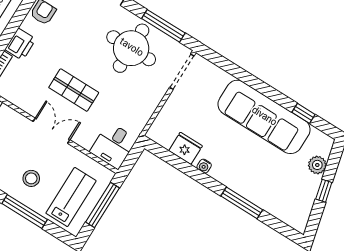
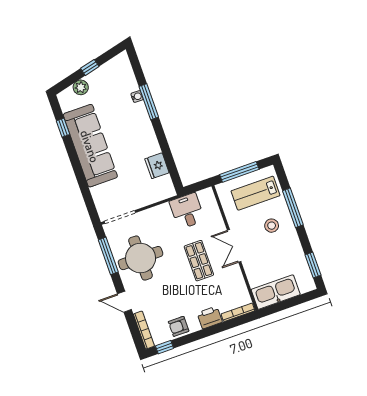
desk: (113, 145) -> (187, 211), moved, turned -90
water cooler: (204, 166) -> (137, 97), moved

